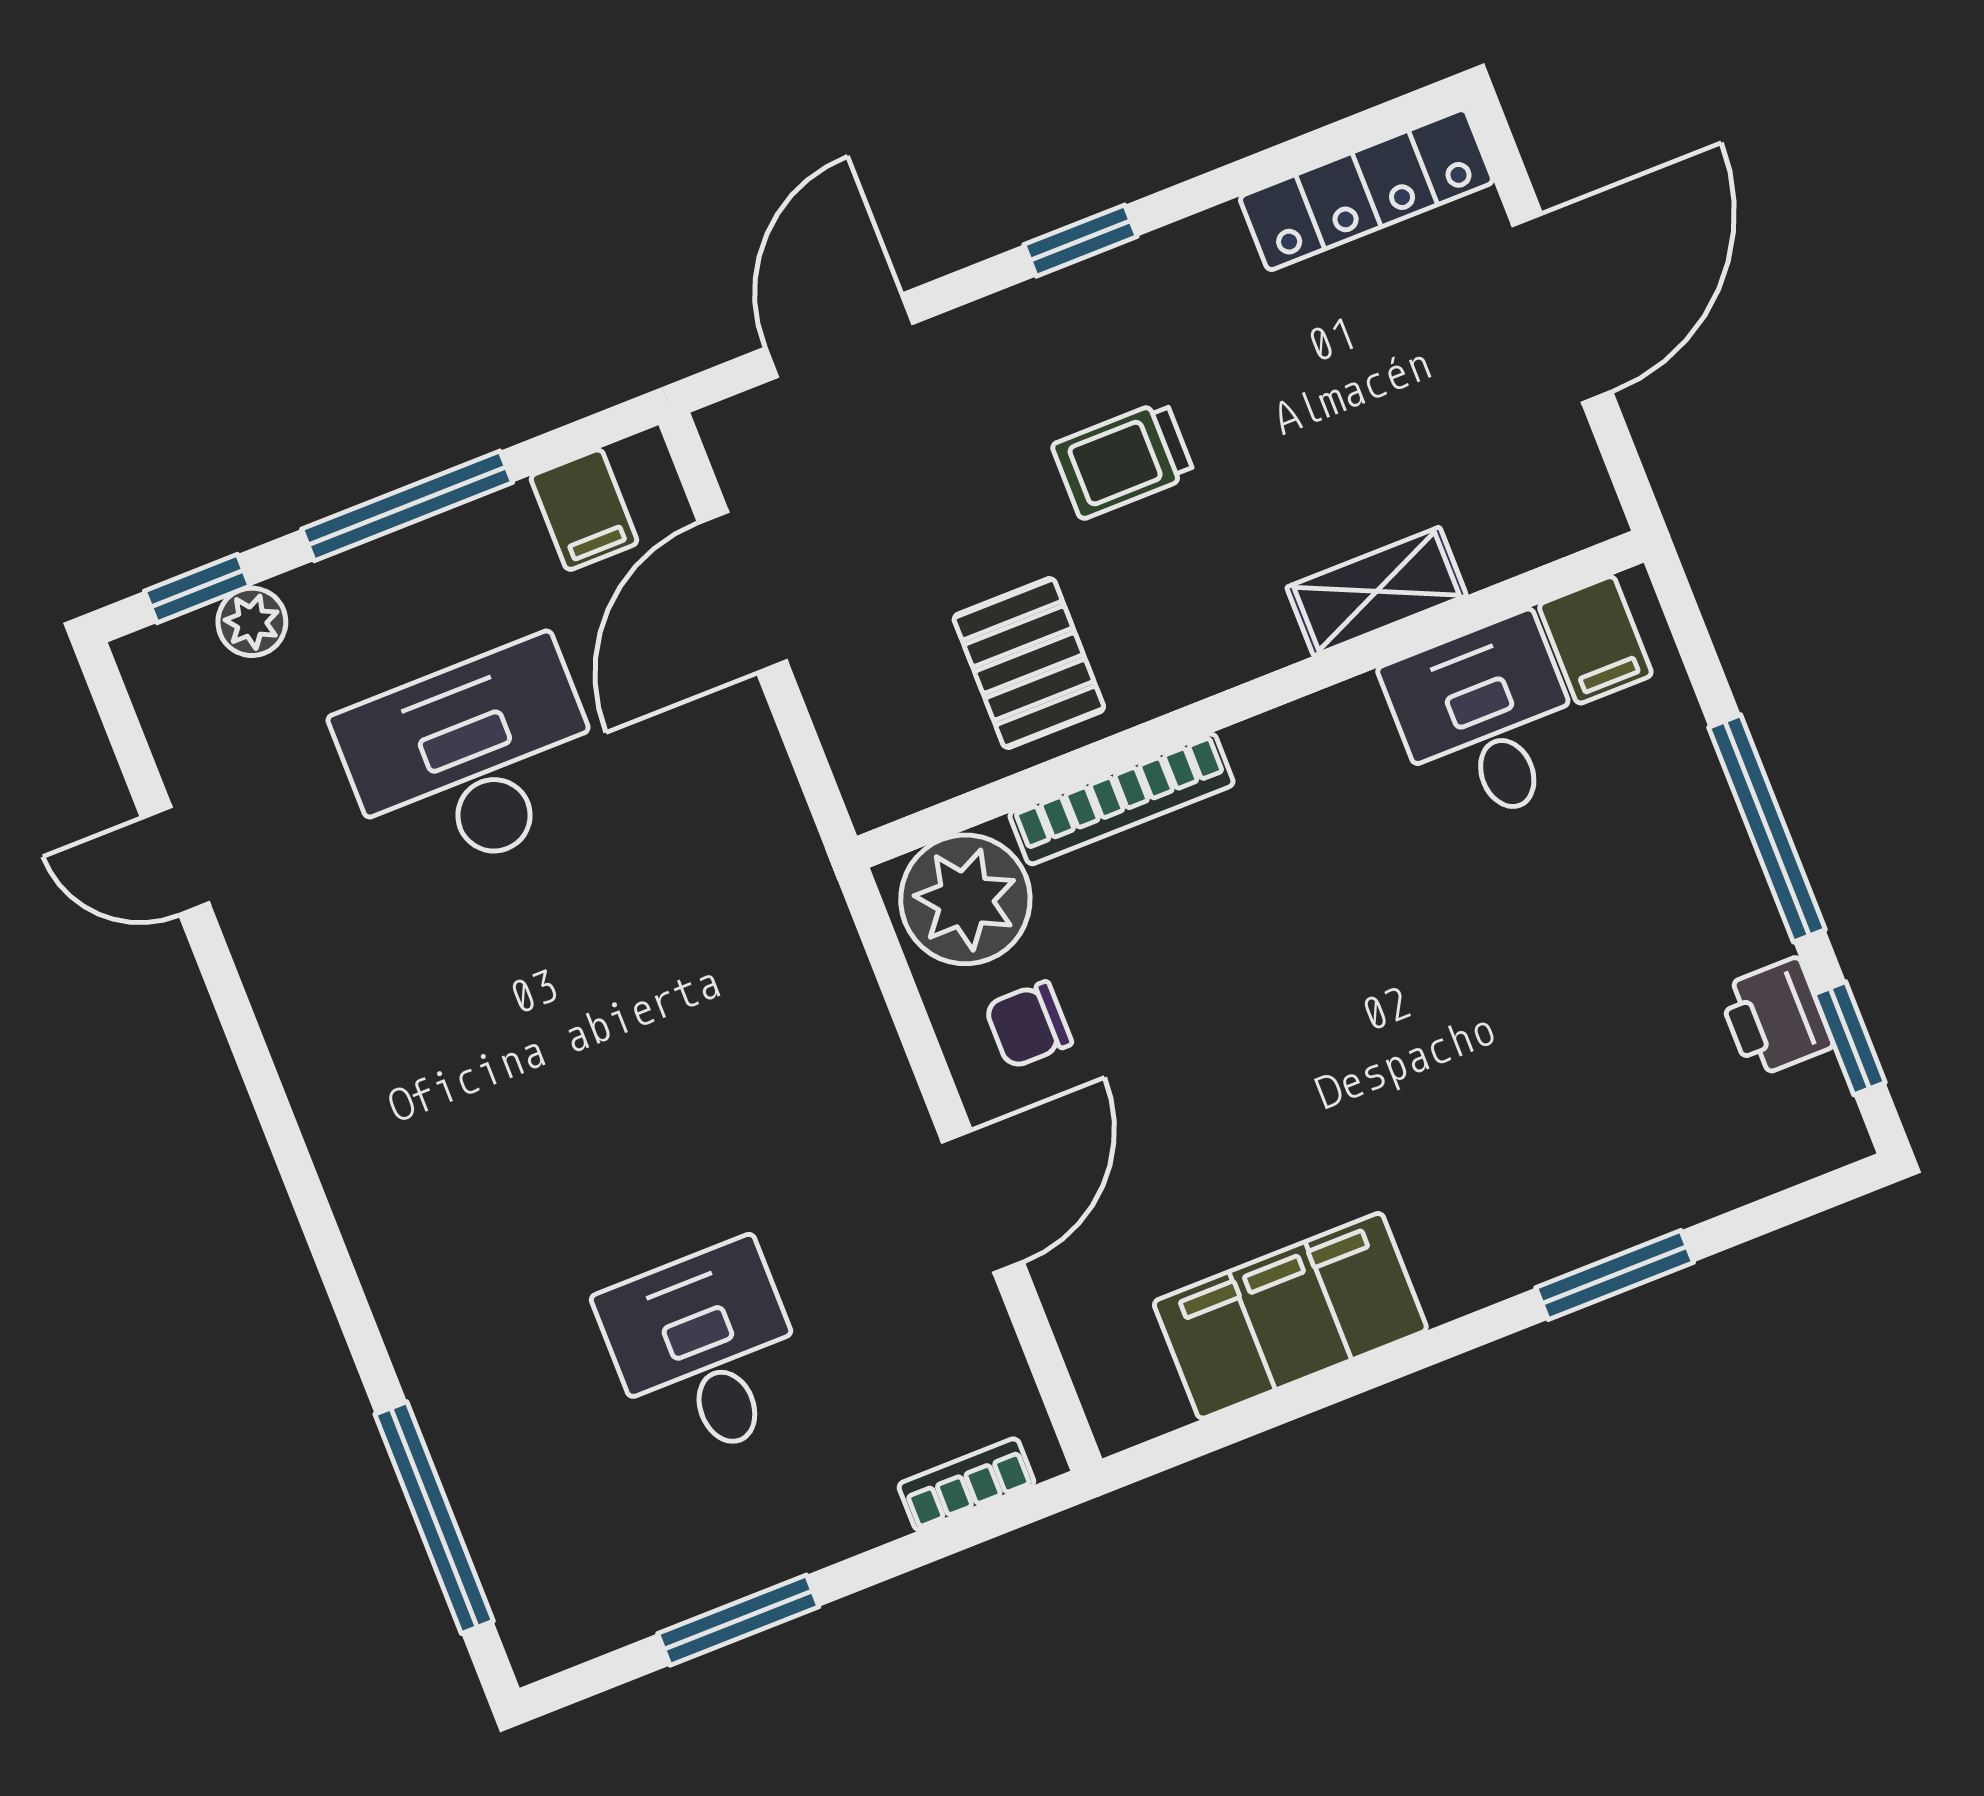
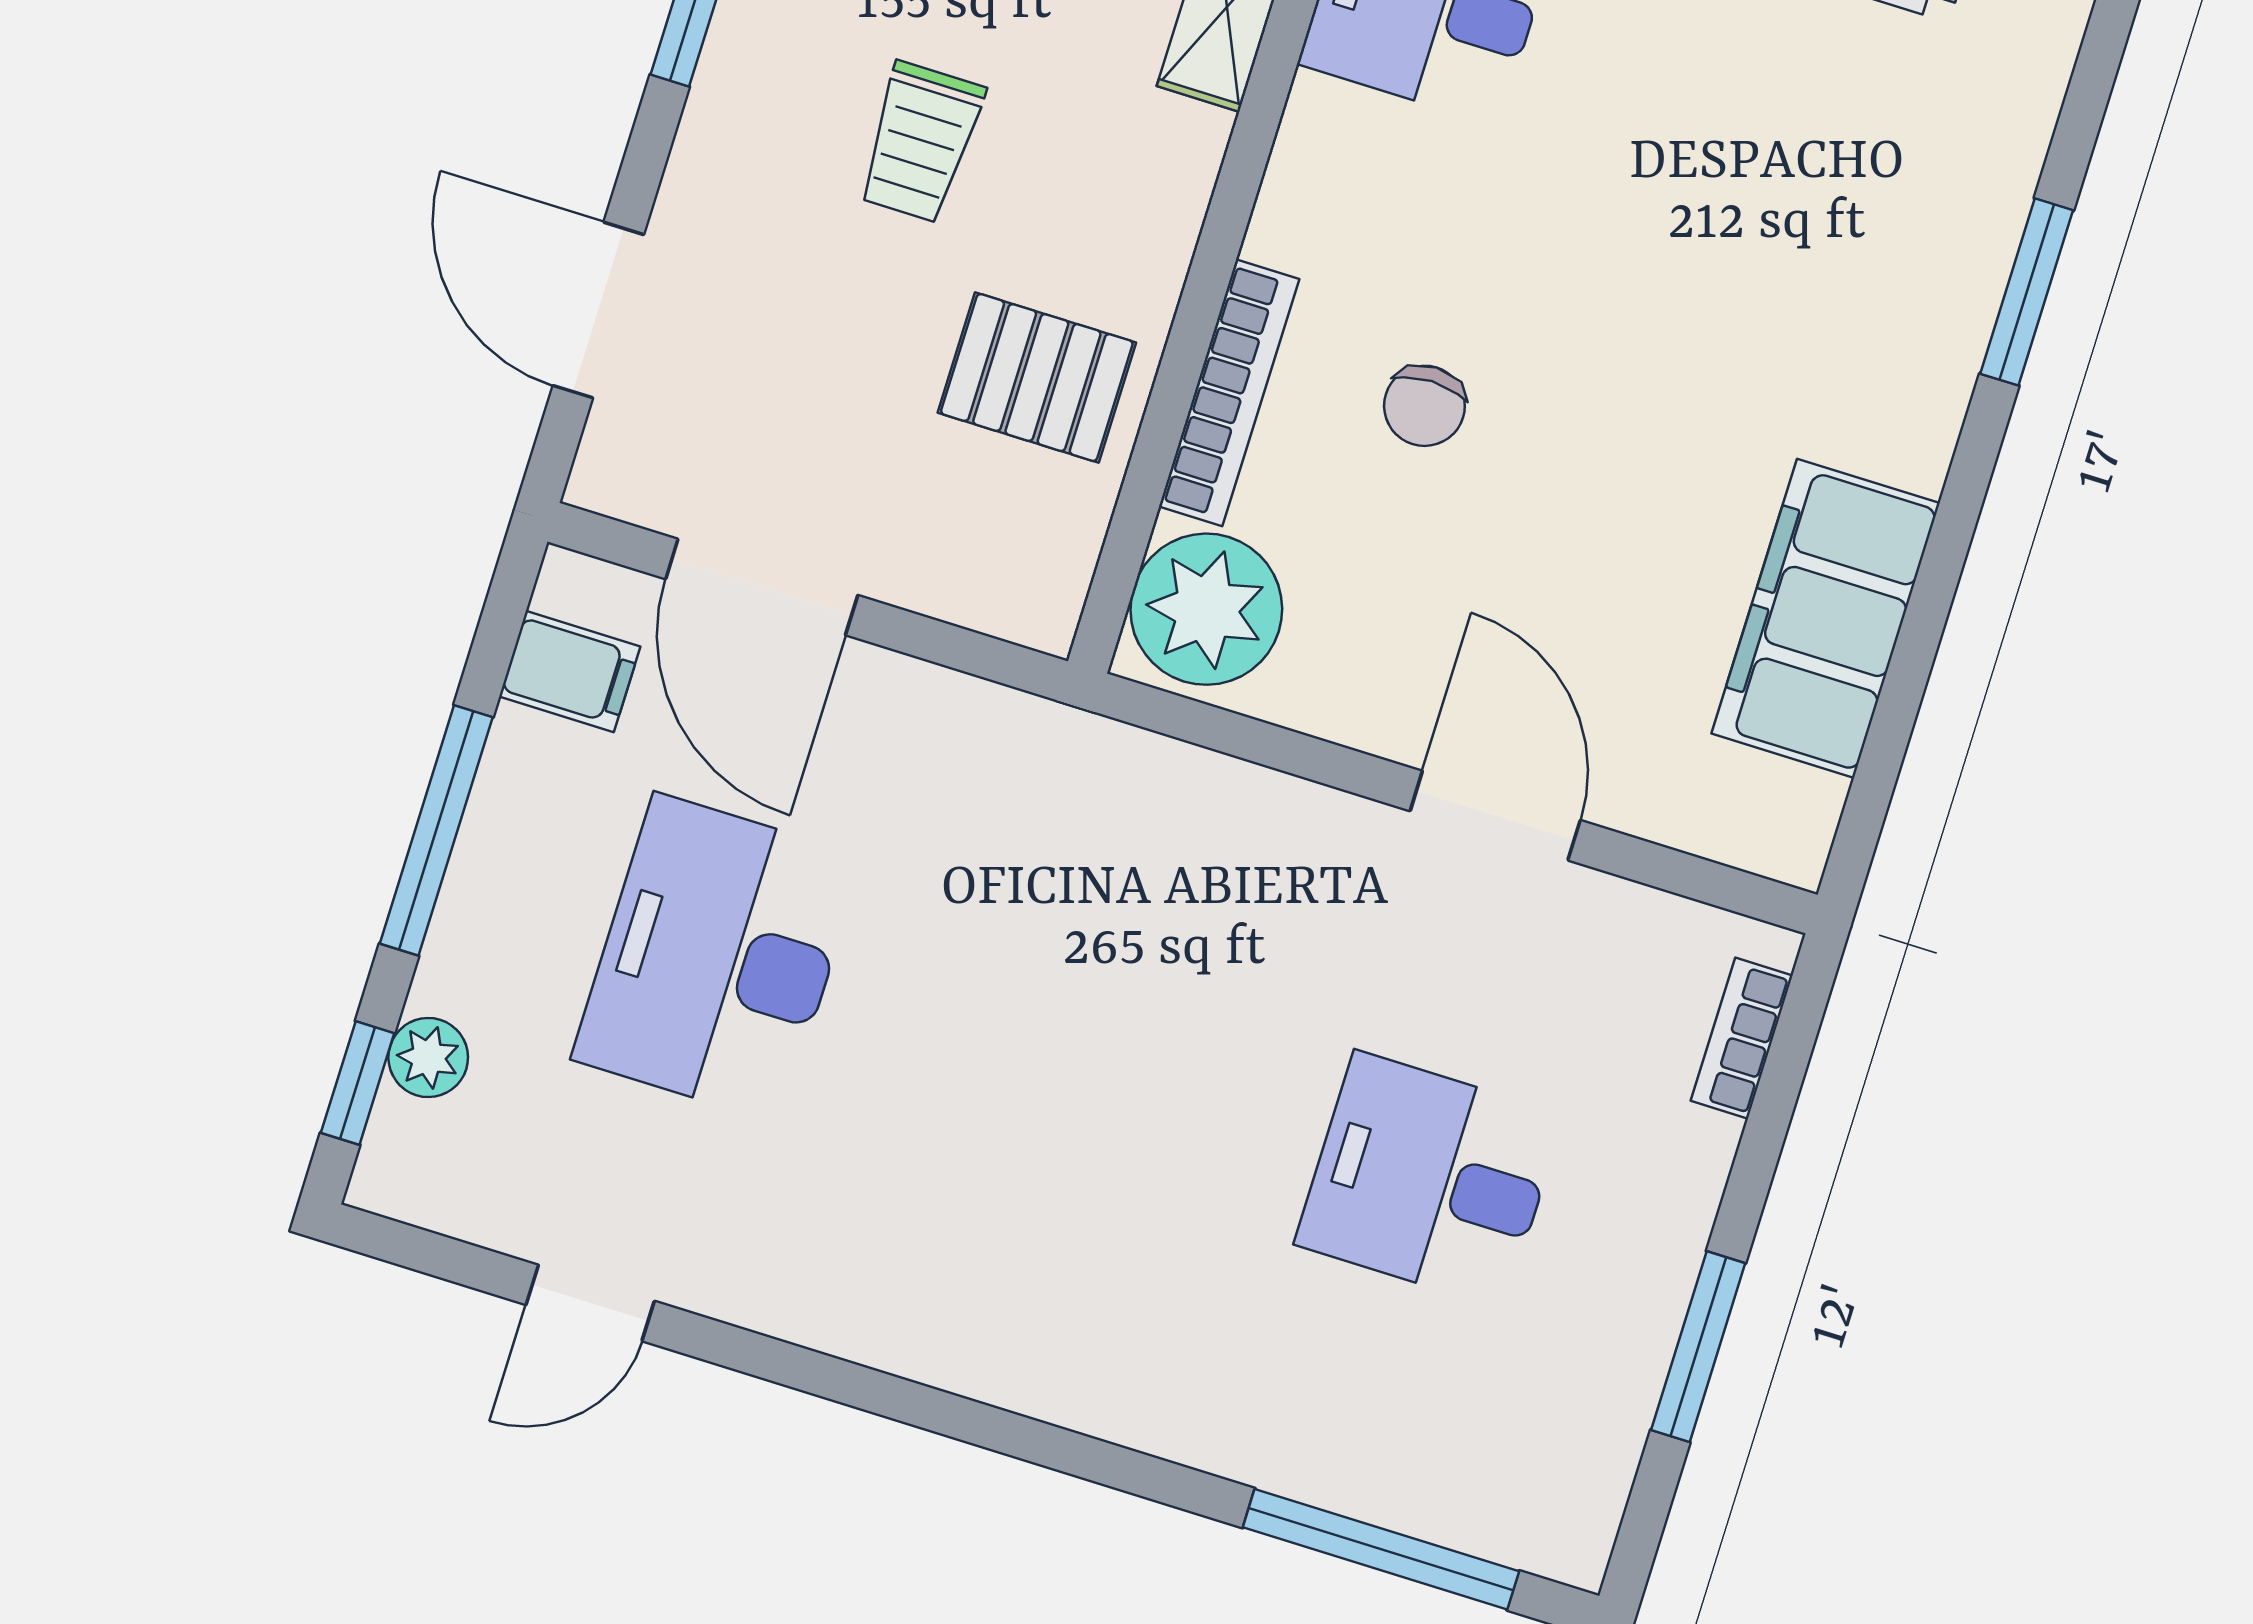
chair: (1028, 1025) -> (1424, 406), moved

